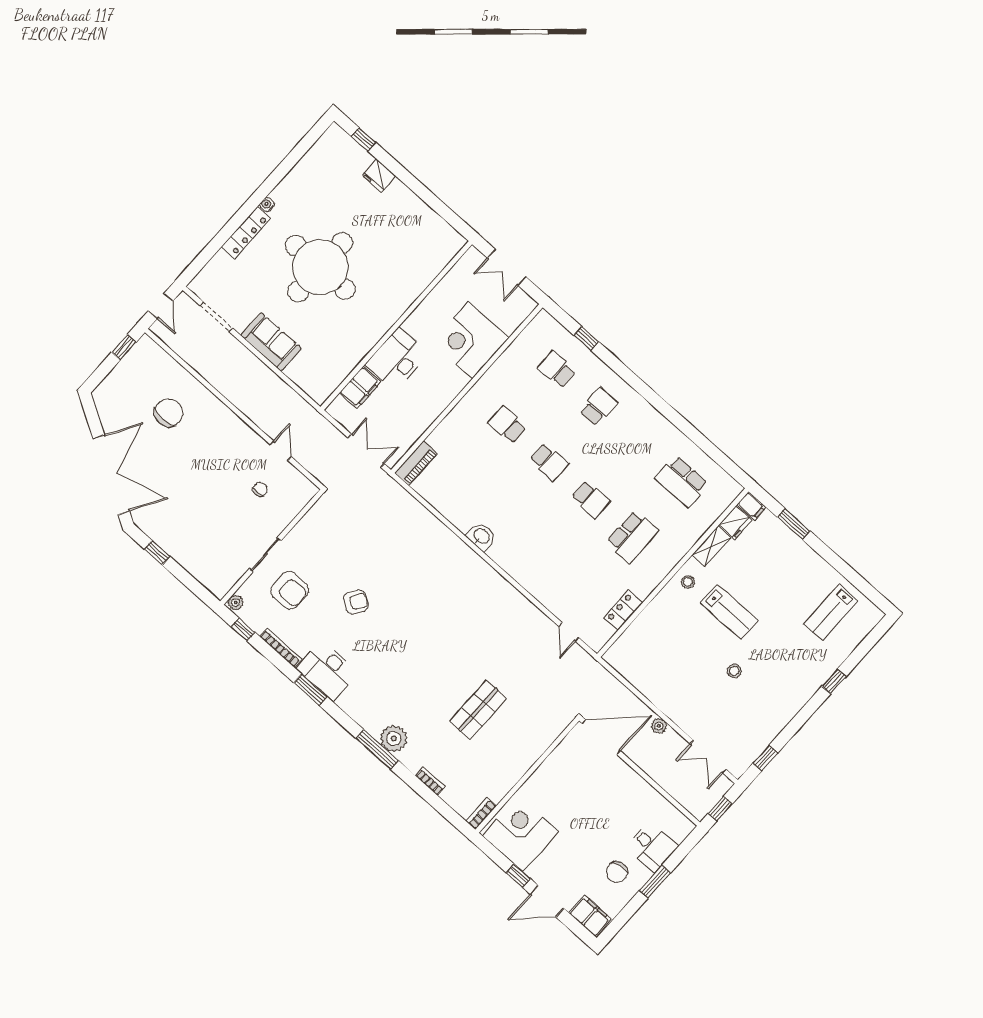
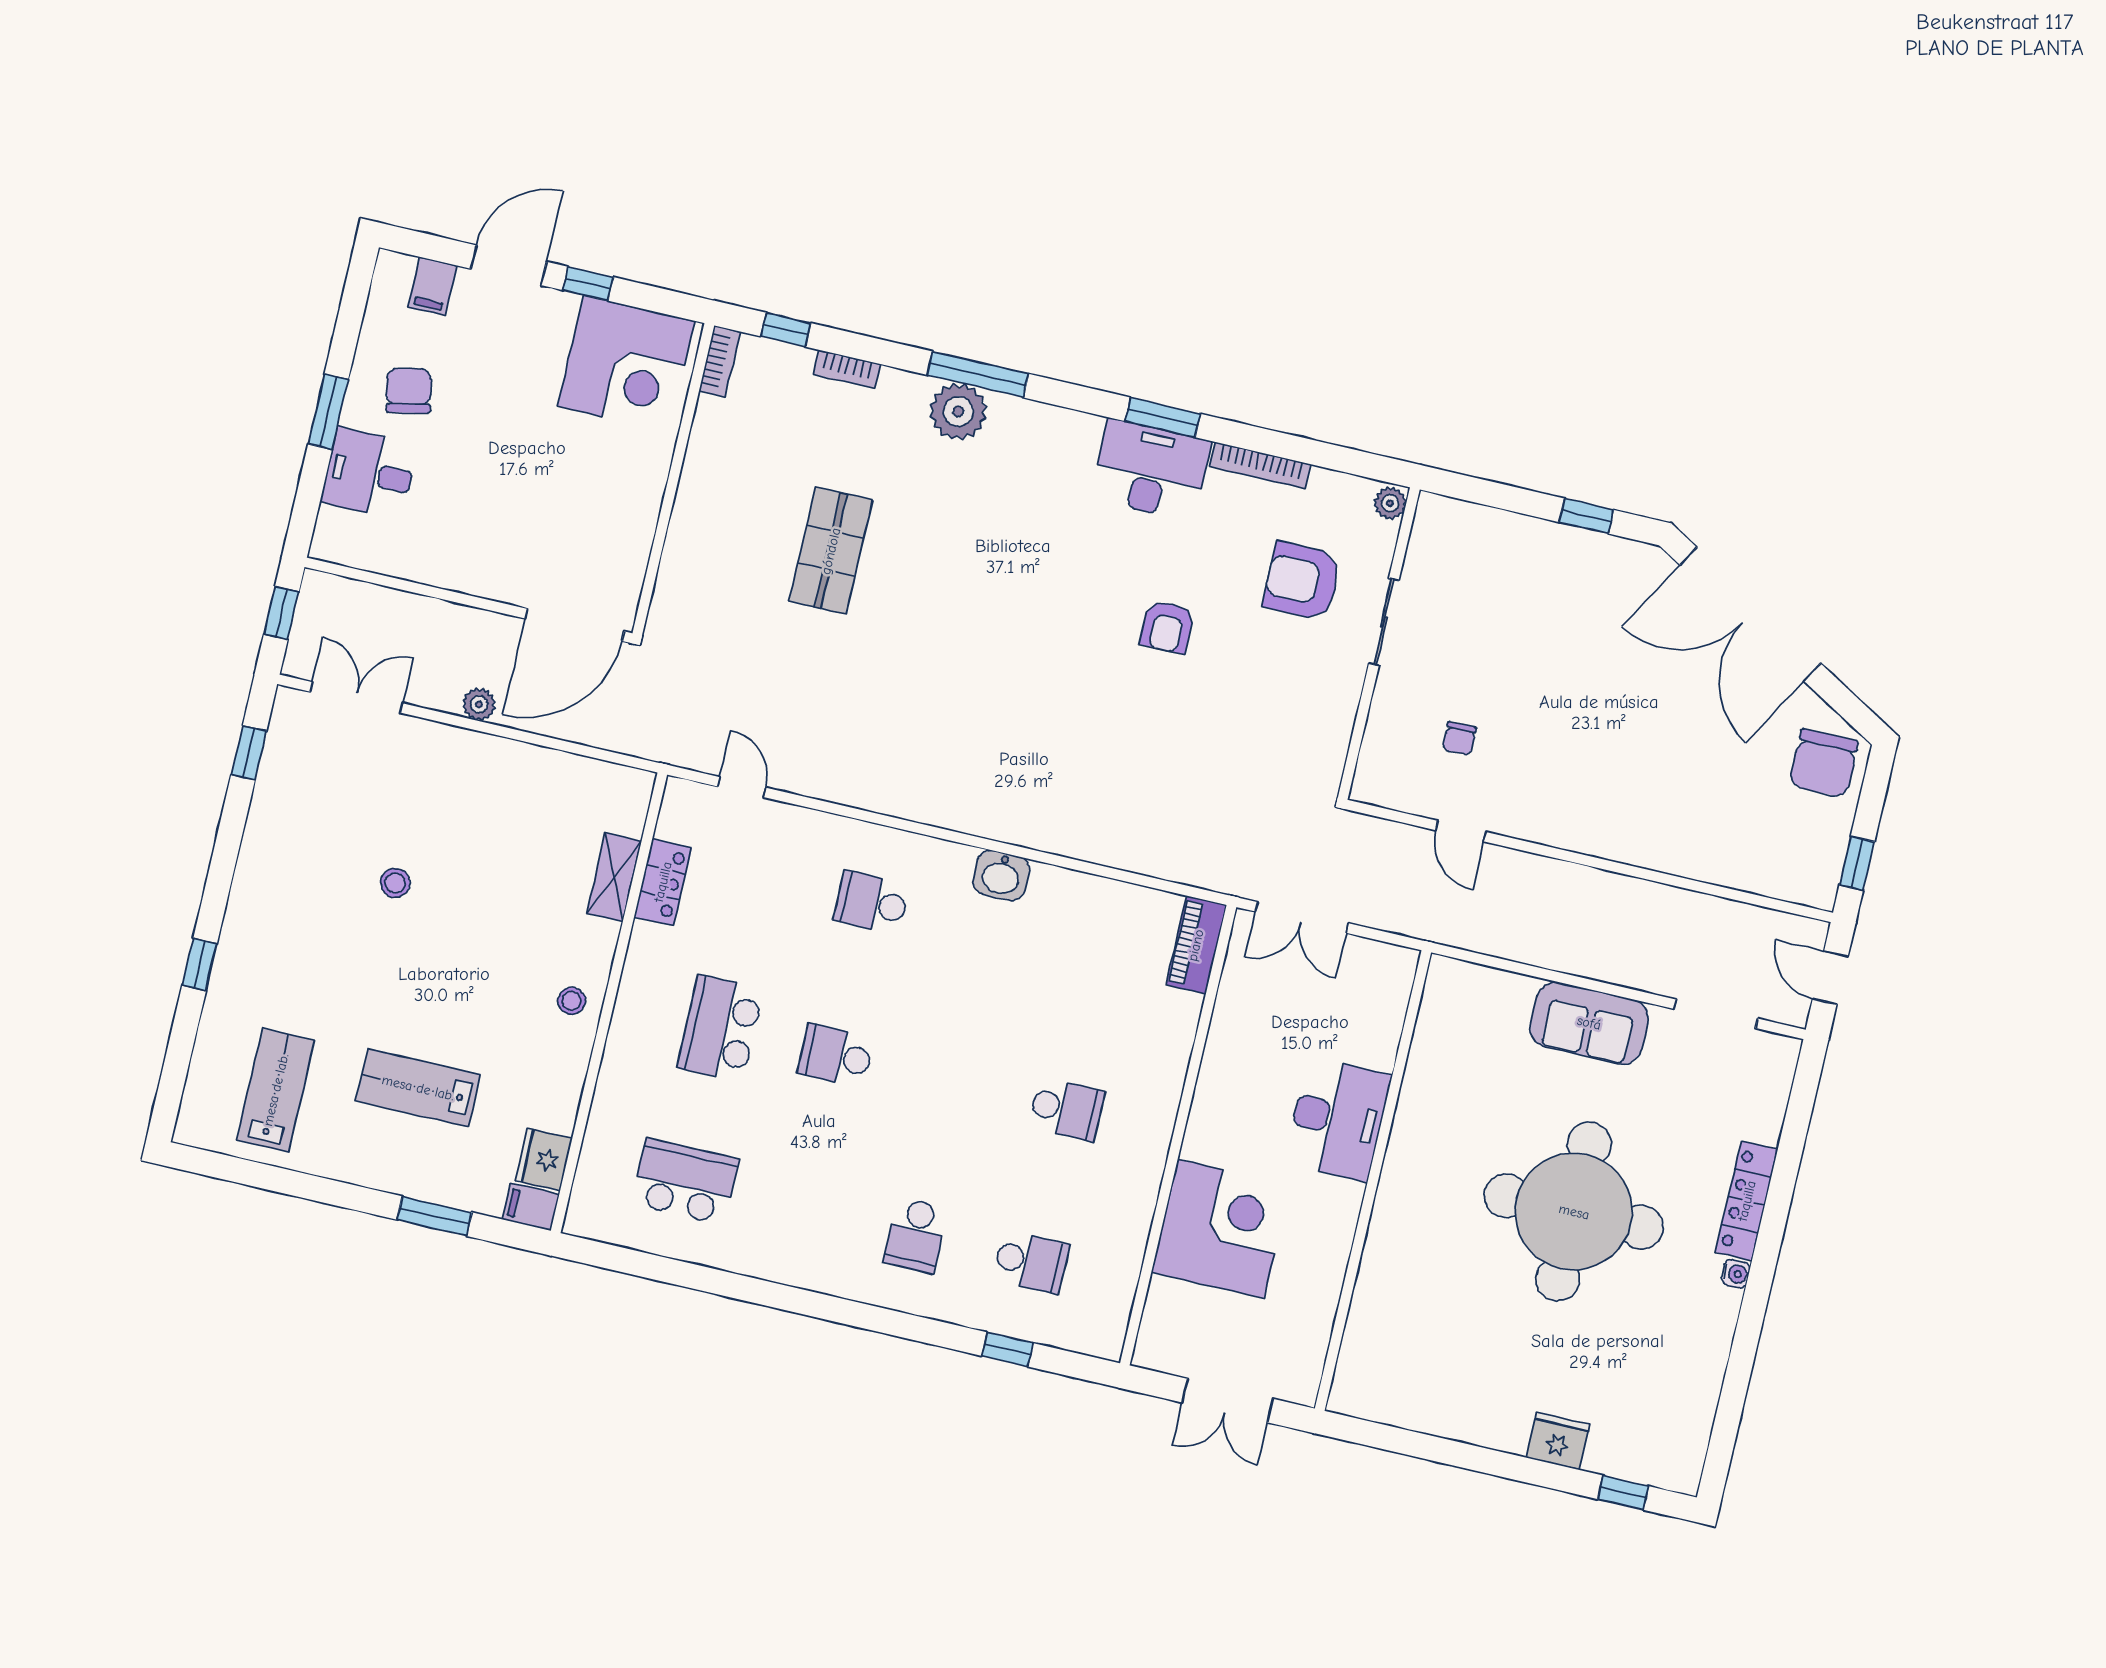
double door: (507, 267) -> (1228, 1401), swing flipped
filing cabinet: (360, 388) -> (1377, 1029), removed
chair: (169, 413) -> (1824, 763), moved
school desk: (549, 462) -> (871, 903), moved
shelving: (711, 546) -> (614, 877), moved
armchair: (356, 602) -> (1167, 627), turned -33
lab bench: (729, 612) -> (418, 1088), moved
window: (243, 630) -> (786, 330), moved
filing cabinet: (590, 916) -> (432, 286), width x0.50

